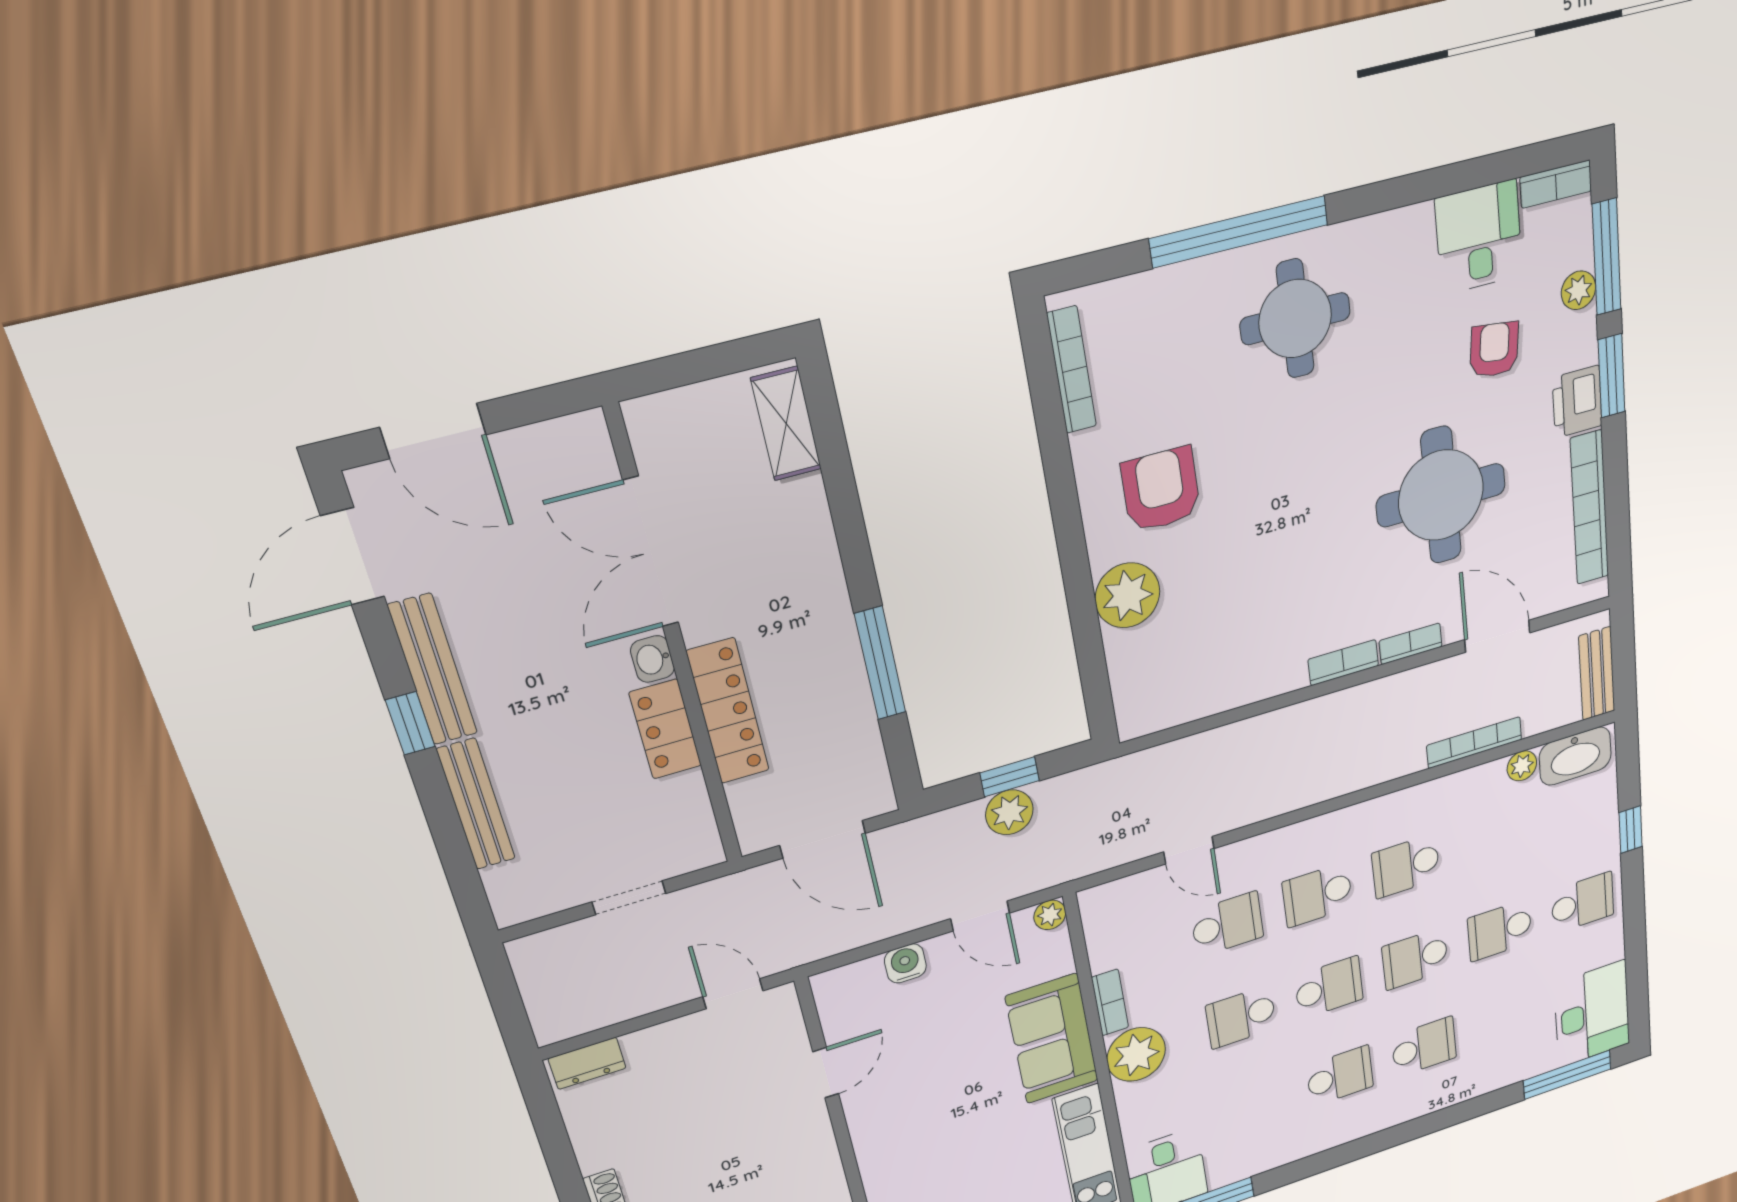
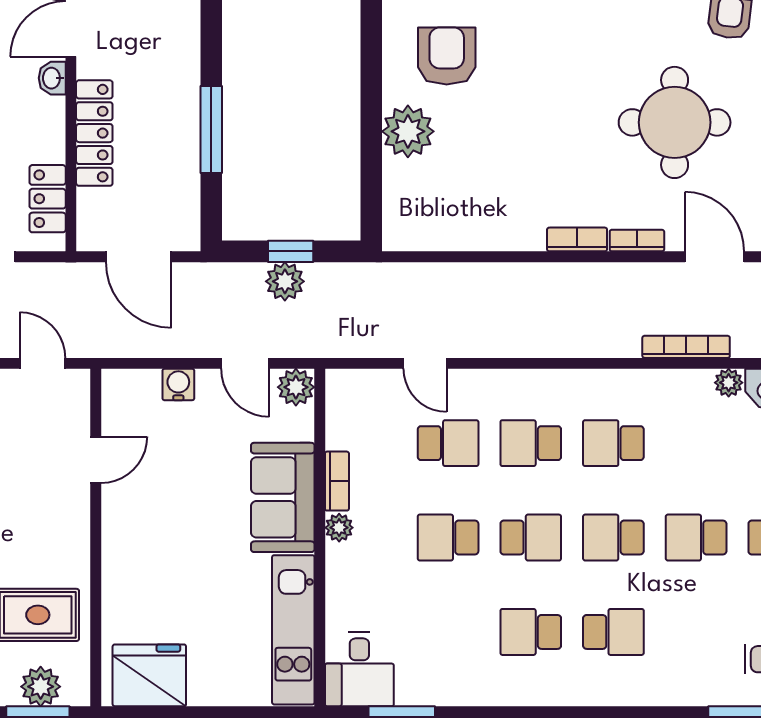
locker: (665, 729) -> (48, 199), moved
plant: (1050, 915) -> (296, 387), width x1.38, depth x1.38
plant: (1136, 1054) -> (339, 528), width x0.53, depth x0.53
school desk: (1340, 1076) -> (531, 632), turned 180

